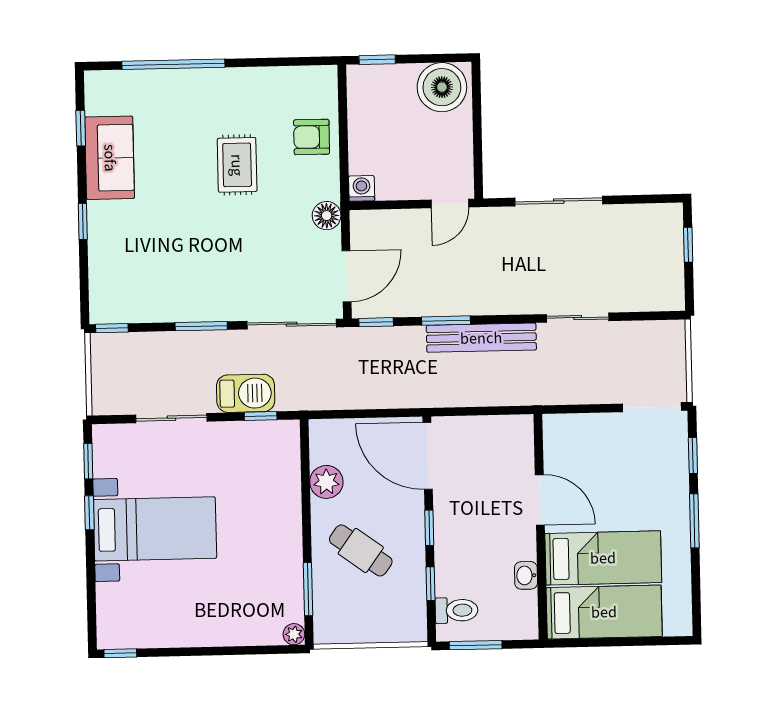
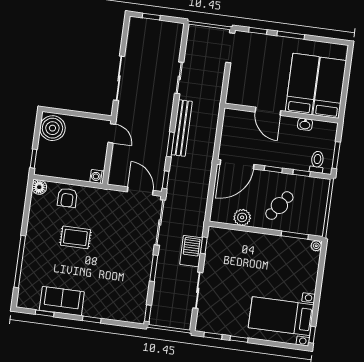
floor lamp: (327, 216) -> (39, 187), moved
door: (540, 500) -> (268, 111), swing flipped
bed with nightstands: (155, 529) -> (281, 316), moved, turned -90

